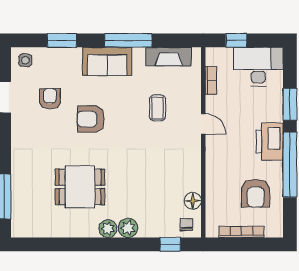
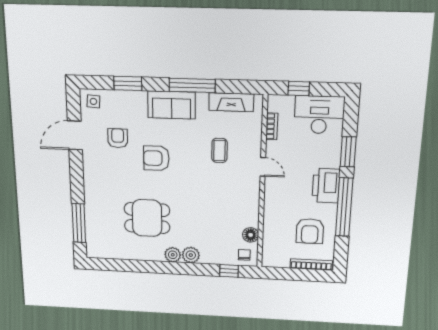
bookcase: (242, 232) -> (311, 264), moved

